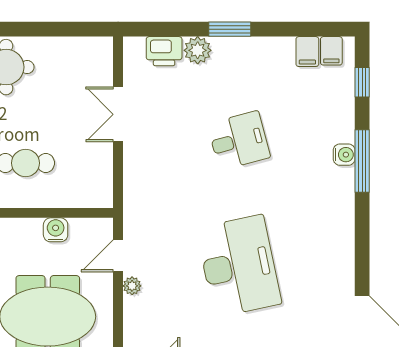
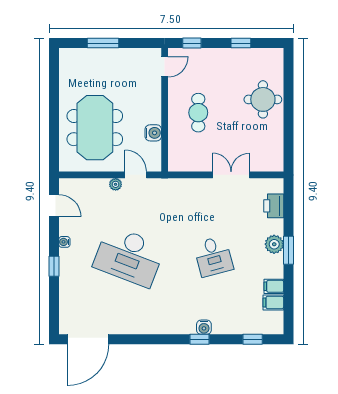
plant: (198, 50) -> (274, 244), moved
filing cabinet: (331, 51) -> (274, 286), moved
window: (362, 161) -> (200, 339), width x0.46
desk: (239, 266) -> (129, 256), turned 33

